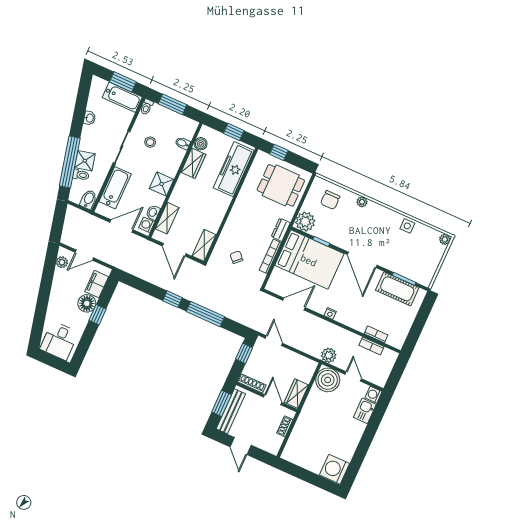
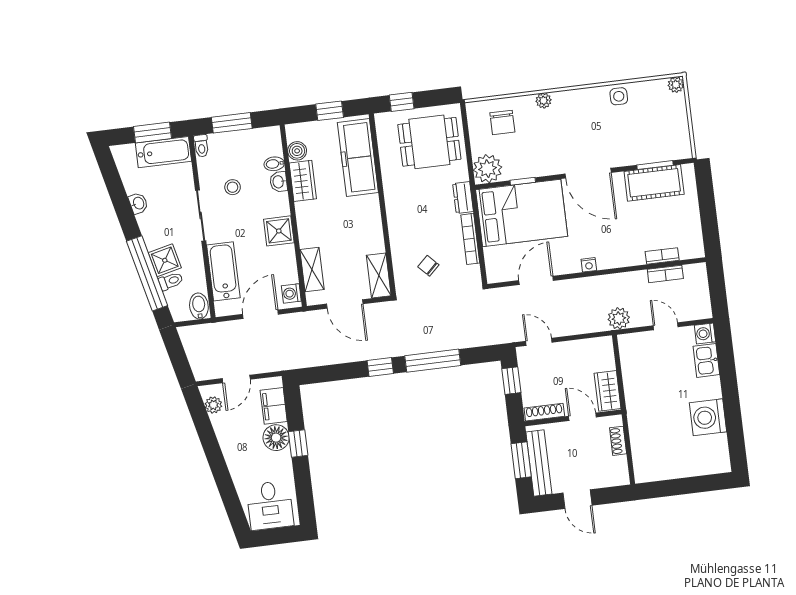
washbasin: (153, 212) -> (279, 182), moved
boiler: (328, 380) -> (636, 350), removed
washing machine: (334, 469) -> (708, 417), moved

